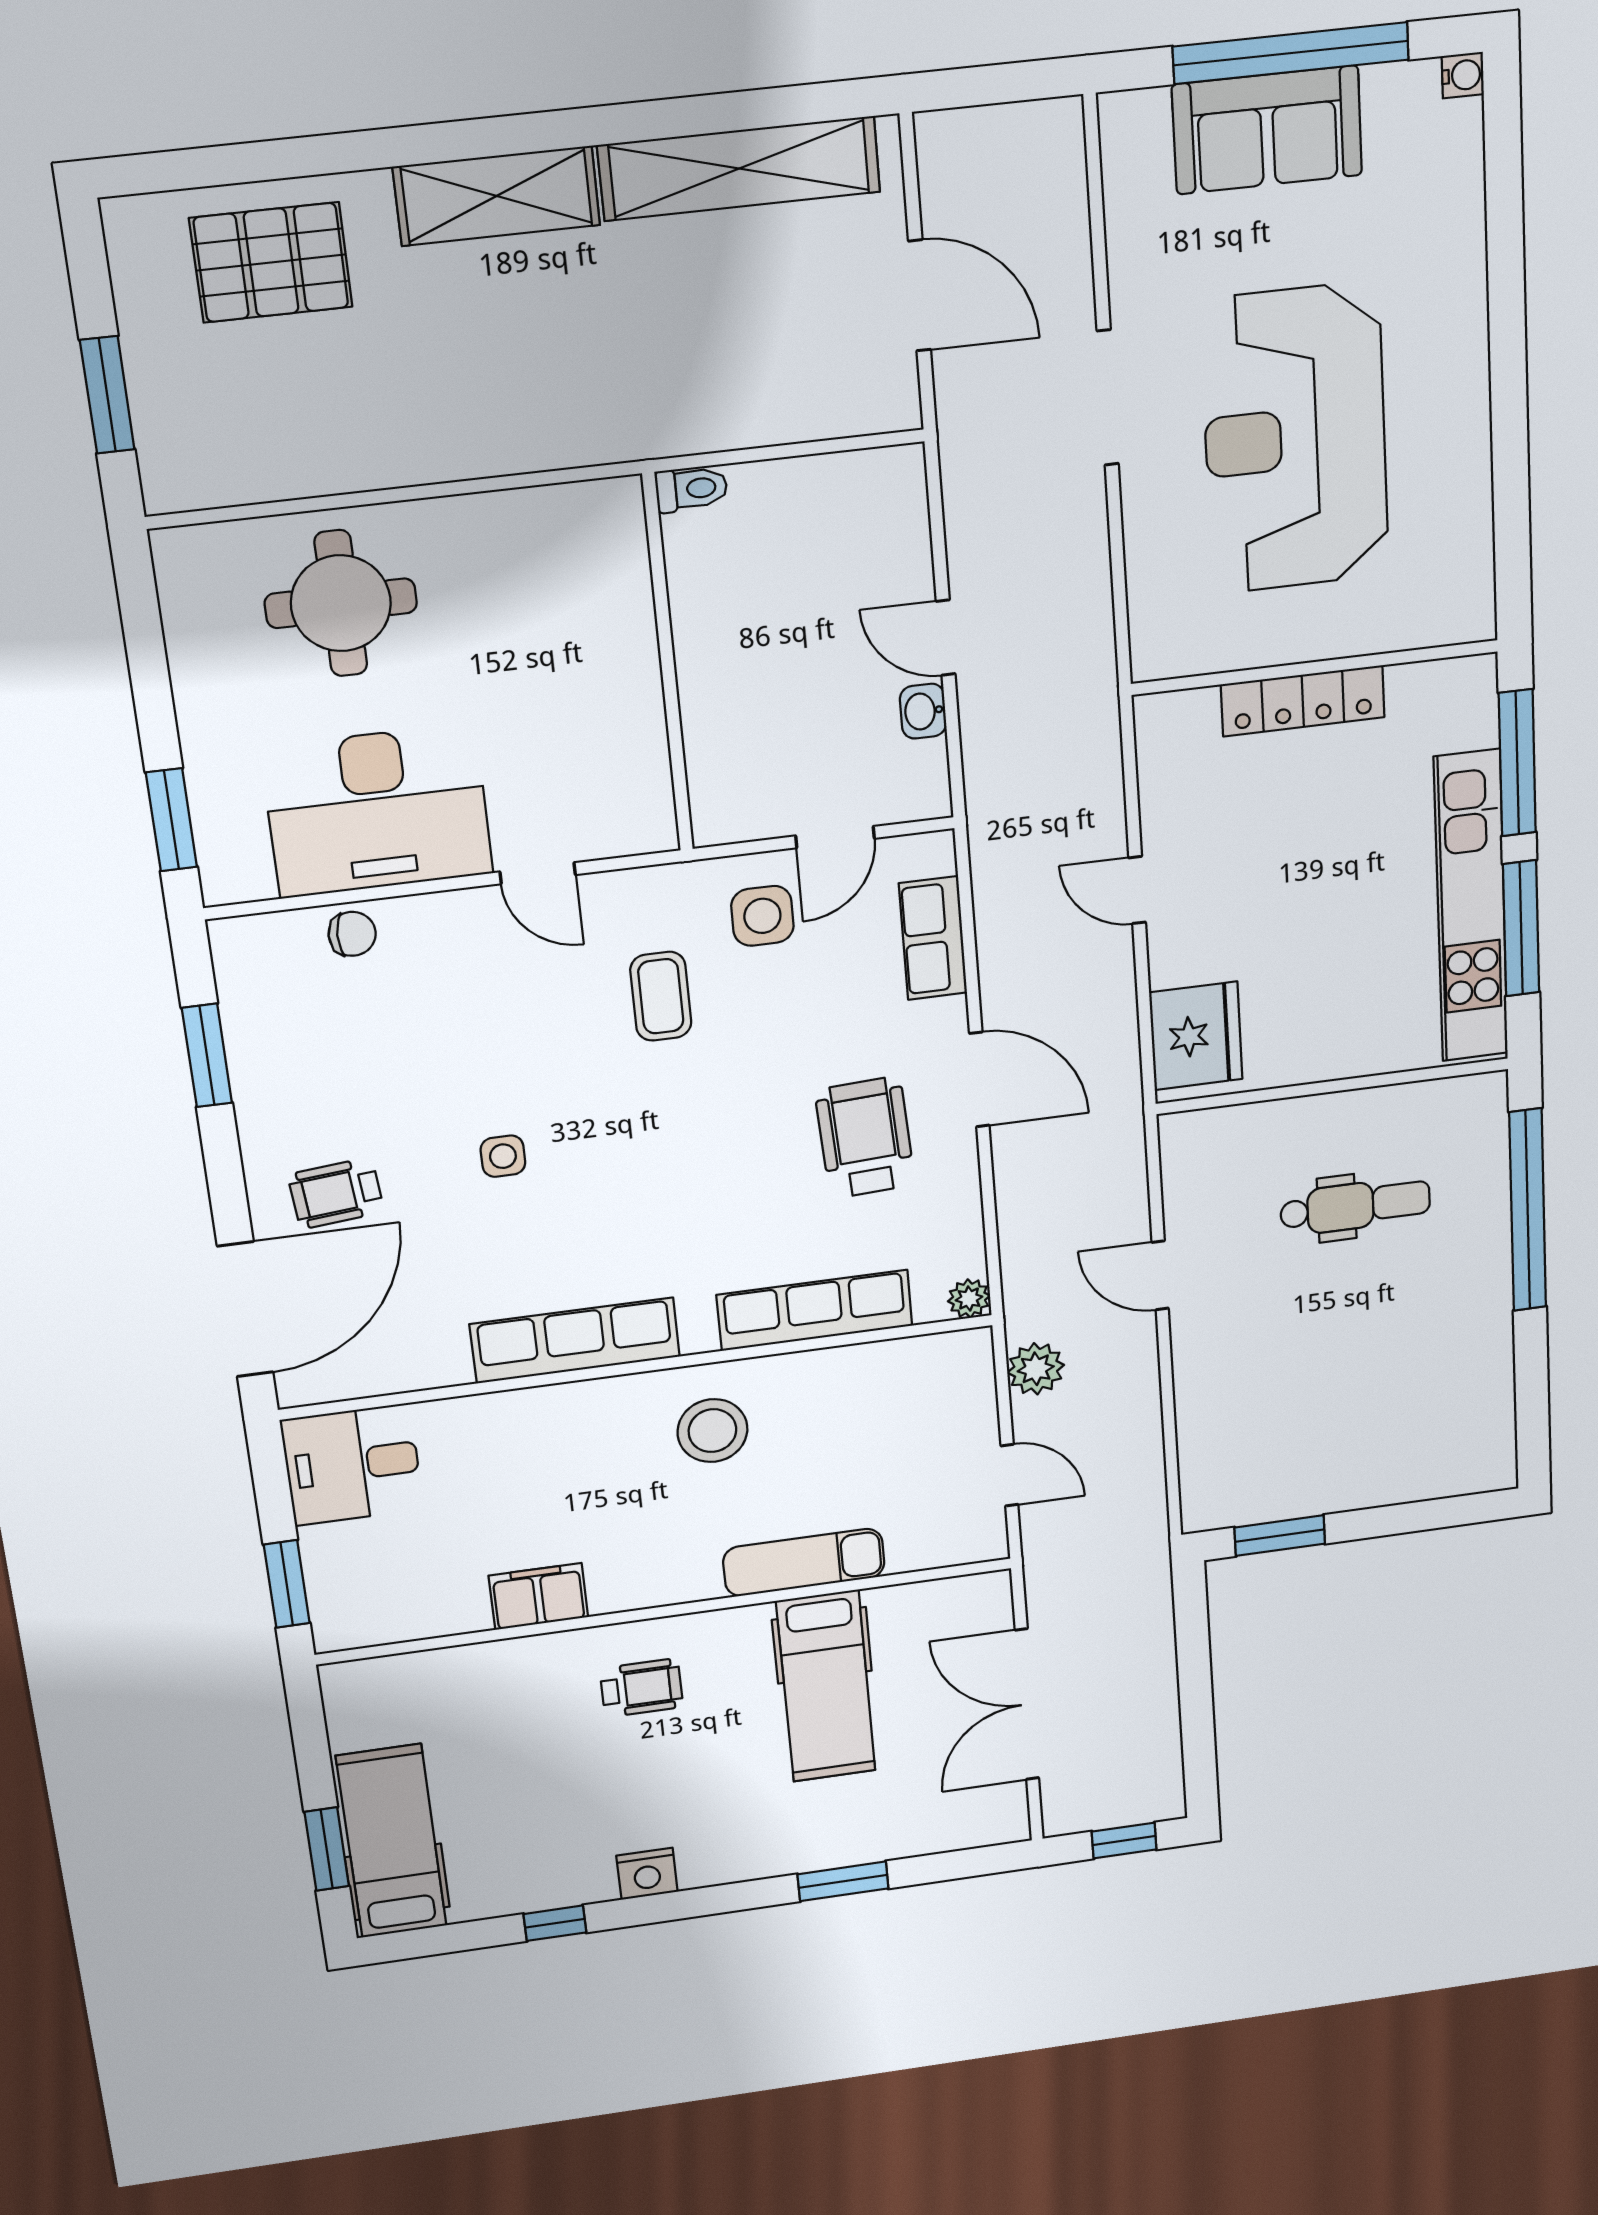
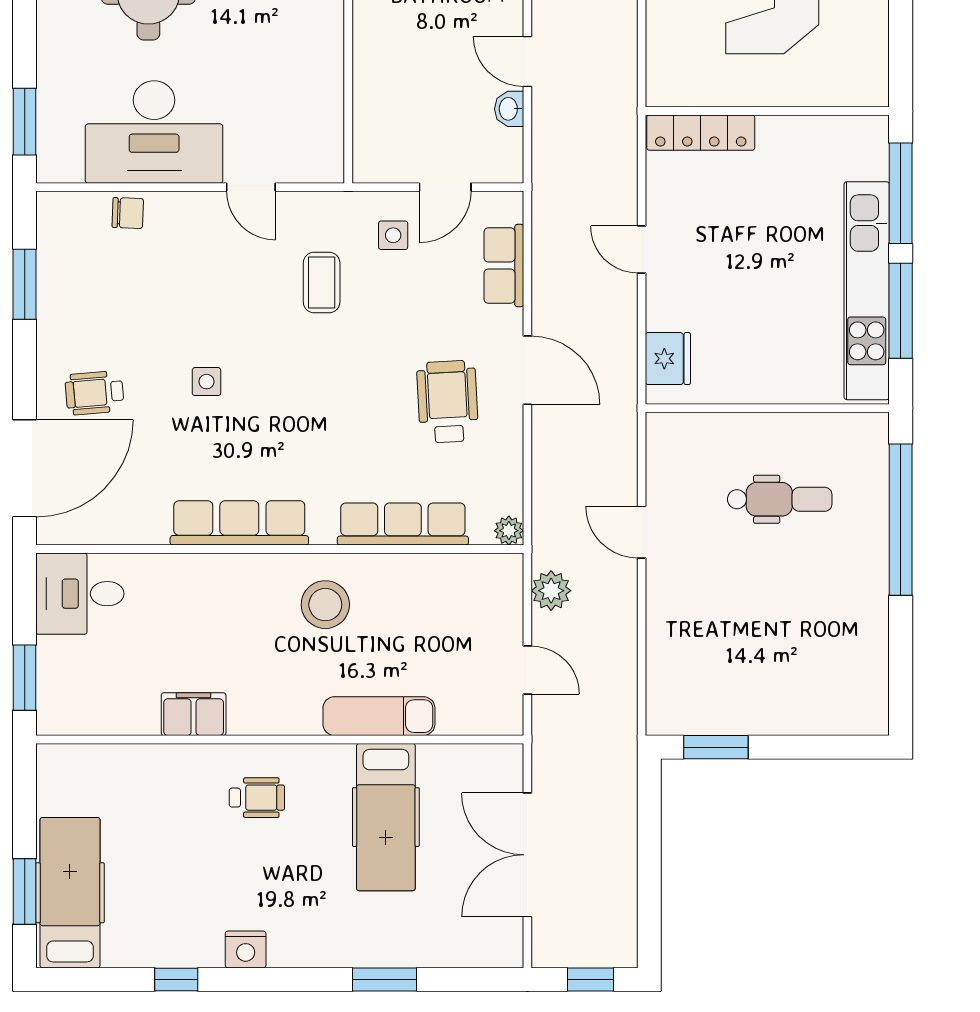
locker: (1303, 701) -> (701, 133), moved
side table: (762, 916) -> (393, 235), width x0.73, depth x0.73
fridge: (1196, 1036) -> (668, 359), width x0.73, depth x0.75

